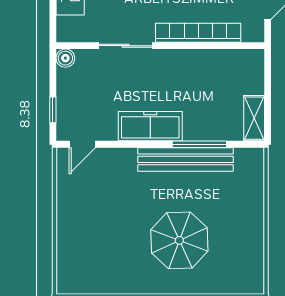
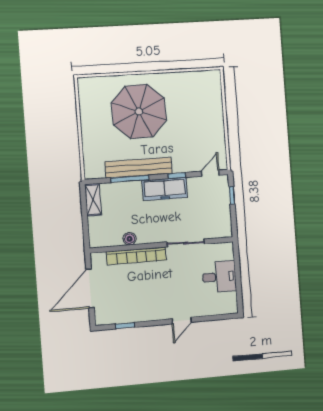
boiler: (65, 58) -> (130, 239), moved
window: (131, 144) -> (177, 176), added
parasol: (179, 240) -> (139, 111), width x1.36, depth x1.36

